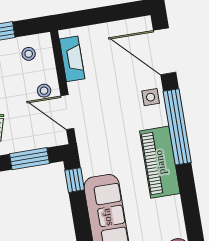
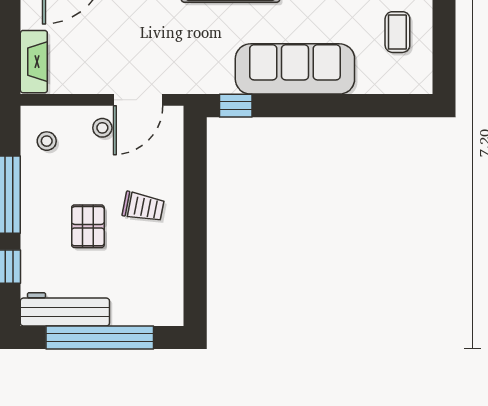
fireplace: (72, 59) -> (34, 62), moved, turned 90
window: (29, 159) -> (195, 164), removed

